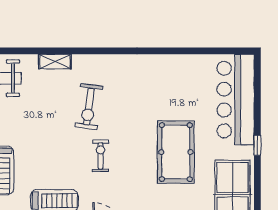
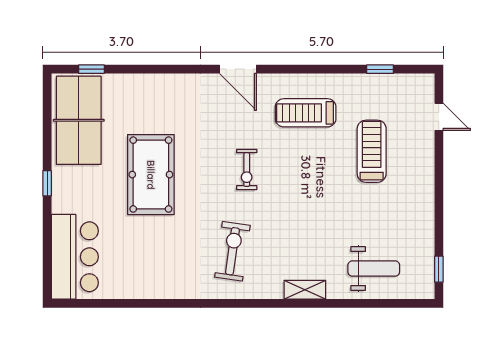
bar counter: (236, 100) -> (75, 257), width x0.73
exercise bike: (89, 107) -> (232, 251), moved

